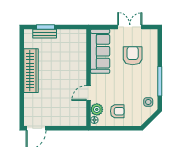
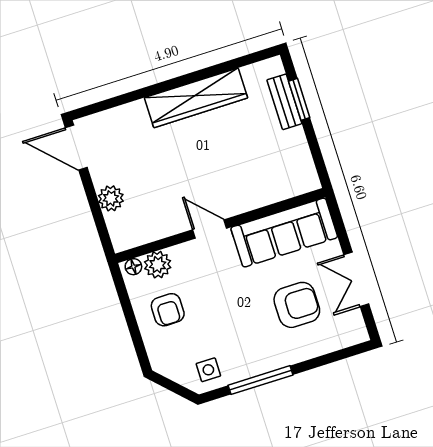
double door: (130, 27) -> (356, 279), swing flipped
door: (89, 93) -> (210, 229), moved
plant: (62, 120) -> (111, 198), added

